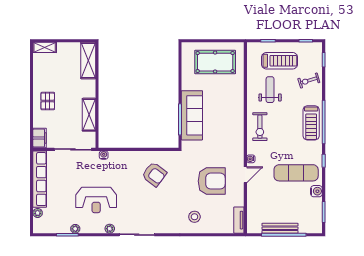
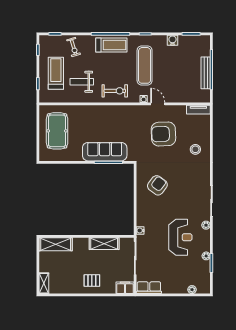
exercise mat: (296, 173) -> (145, 65), moved
row of seats: (40, 179) -> (149, 288), width x0.50
armchair: (212, 181) -> (163, 134), turned -92

